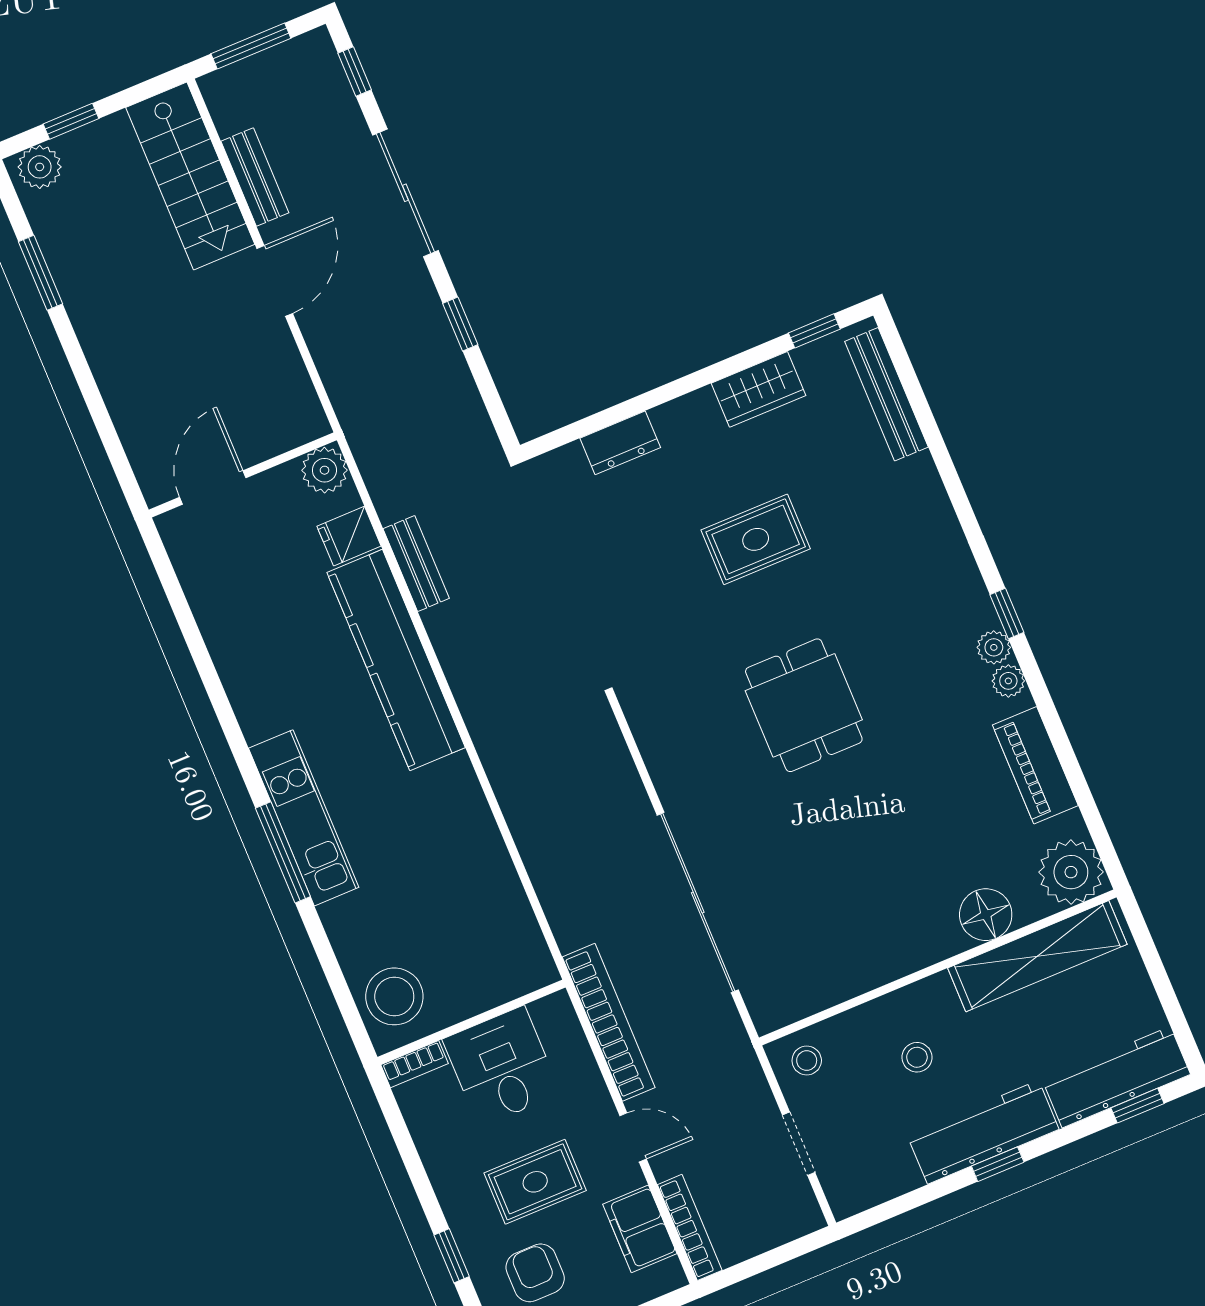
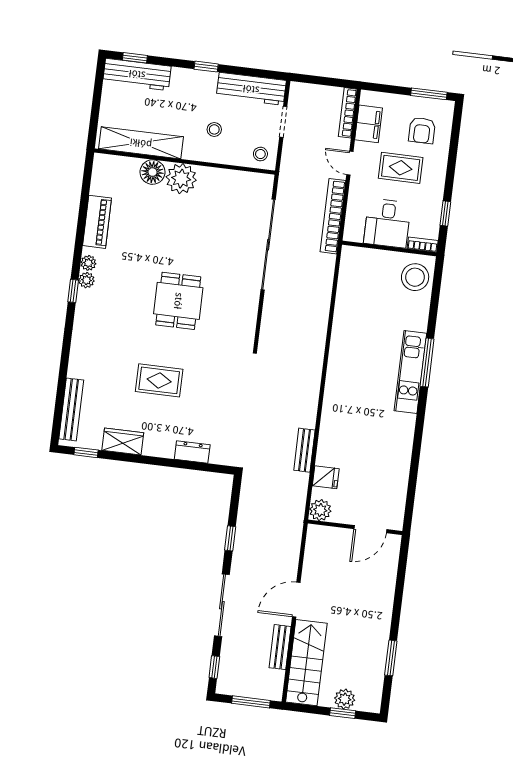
plant: (40, 167) -> (345, 699), moved
kitchen counter: (396, 660) -> (335, 415), removed
plant: (1071, 872) -> (181, 179), moved
workbench: (983, 1132) -> (251, 89), moved
window: (452, 1256) -> (445, 214), moved

